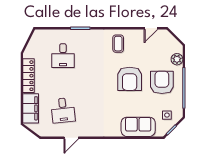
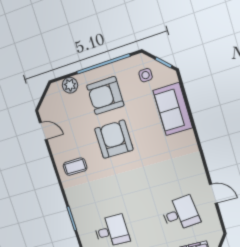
armchair: (130, 79) -> (114, 139), turned -90

